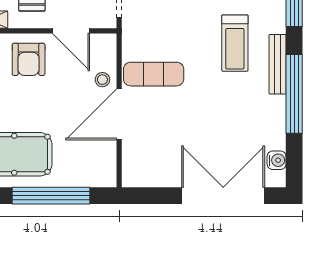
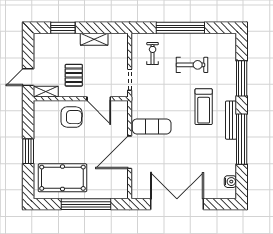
armchair: (29, 59) -> (72, 117), turned -89
stool: (102, 80) -> (119, 130), removed
double door: (223, 196) -> (177, 204), moved

